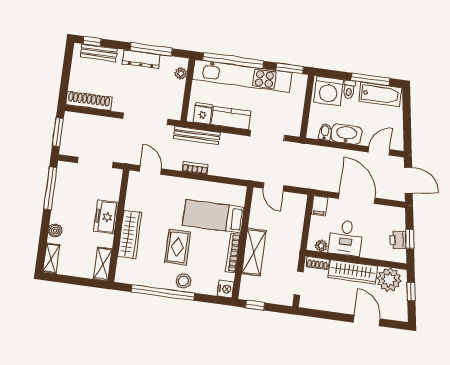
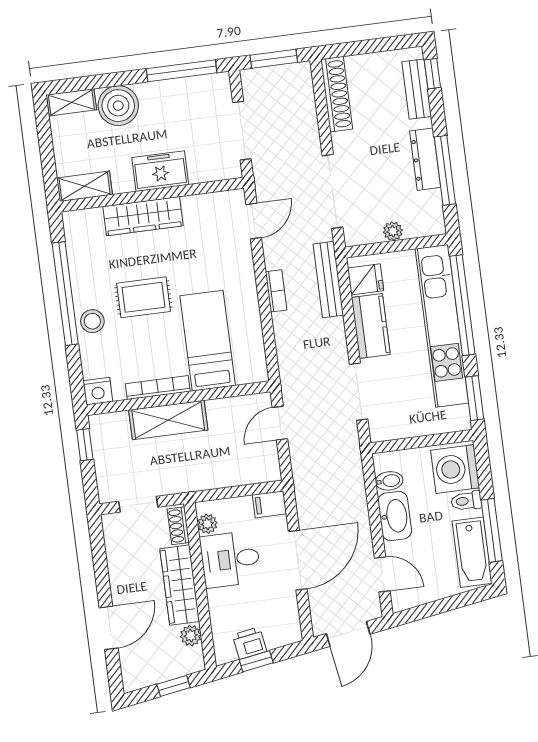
plant: (181, 73) -> (393, 231), moved
boiler: (55, 230) -> (118, 106), width x1.86, depth x1.86
plant: (389, 280) -> (191, 636), width x0.53, depth x0.53

